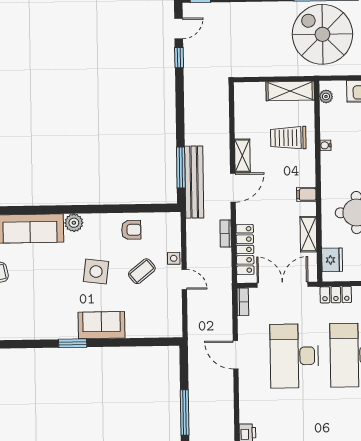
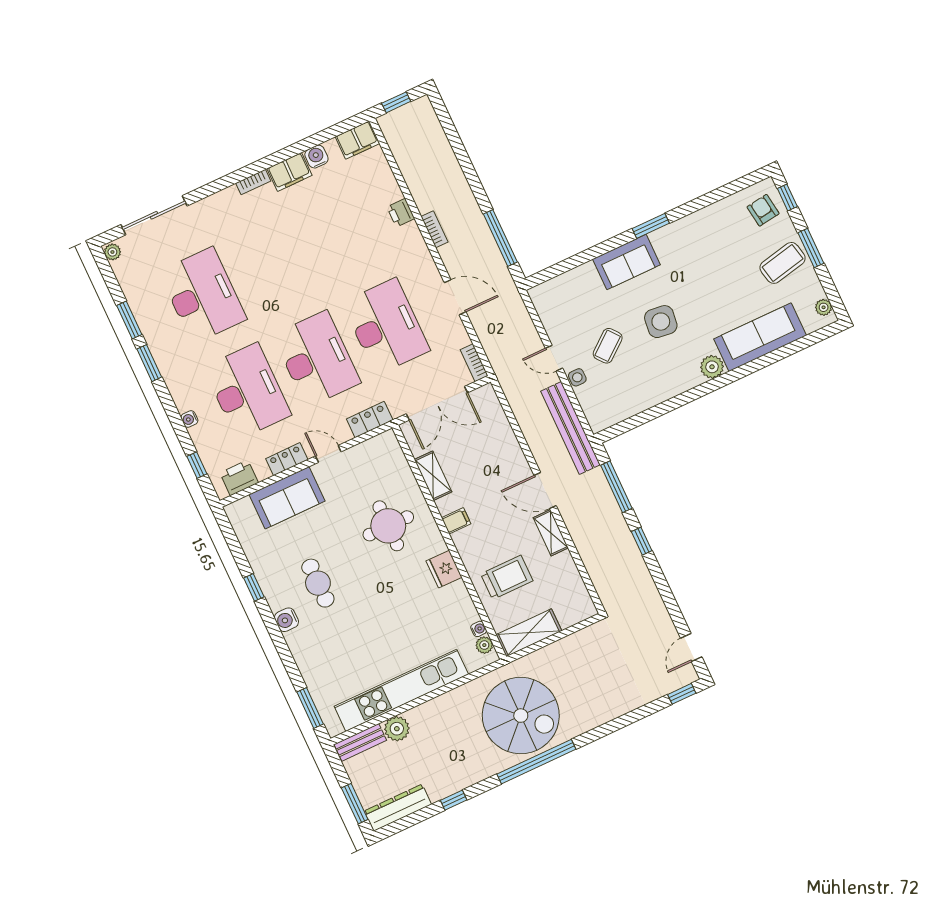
window: (179, 58) -> (642, 541), moved
water cooler: (325, 145) -> (479, 629), moved
bench: (194, 182) -> (570, 428), moved
door: (233, 188) -> (545, 491), hinge flipped
armchair: (131, 230) -> (642, 388), removed
bookcase: (226, 233) -> (434, 229), moved
locker: (245, 249) -> (499, 425), removed
fridge: (332, 260) -> (444, 569), moved
window: (185, 412) -> (500, 238), moved

